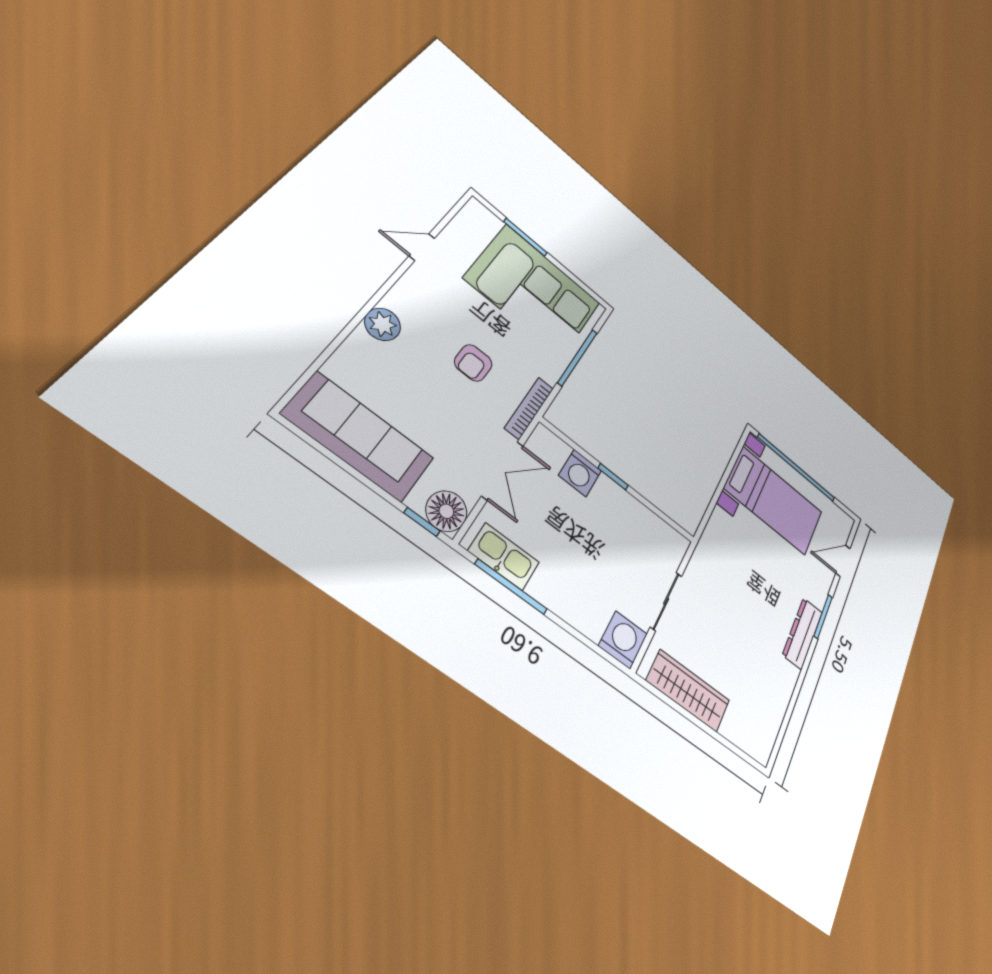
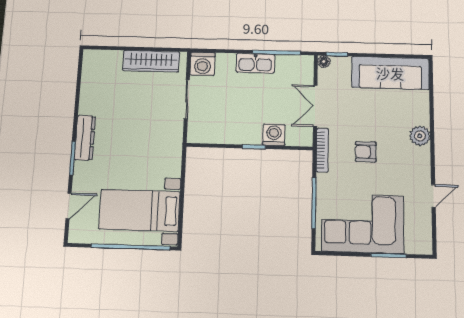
armchair: (473, 363) -> (366, 152), turned -90
floor lamp: (446, 511) -> (324, 61), width x0.53, depth x0.53
kitchen sink: (504, 557) -> (255, 63), moved

